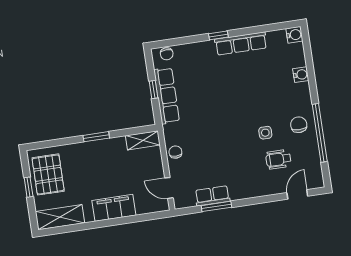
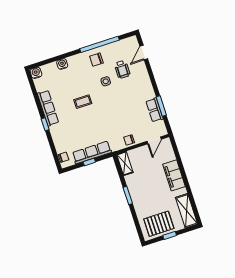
coffee table: (242, 95) -> (83, 102), added
door: (297, 194) -> (144, 53), hinge flipped

